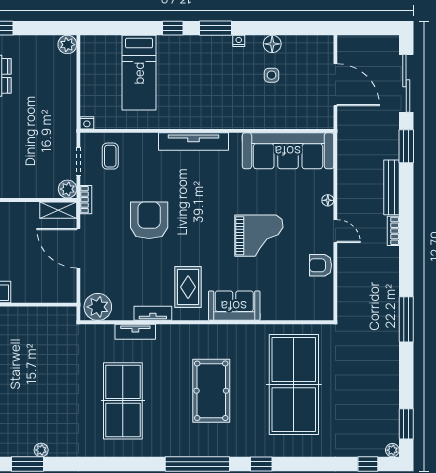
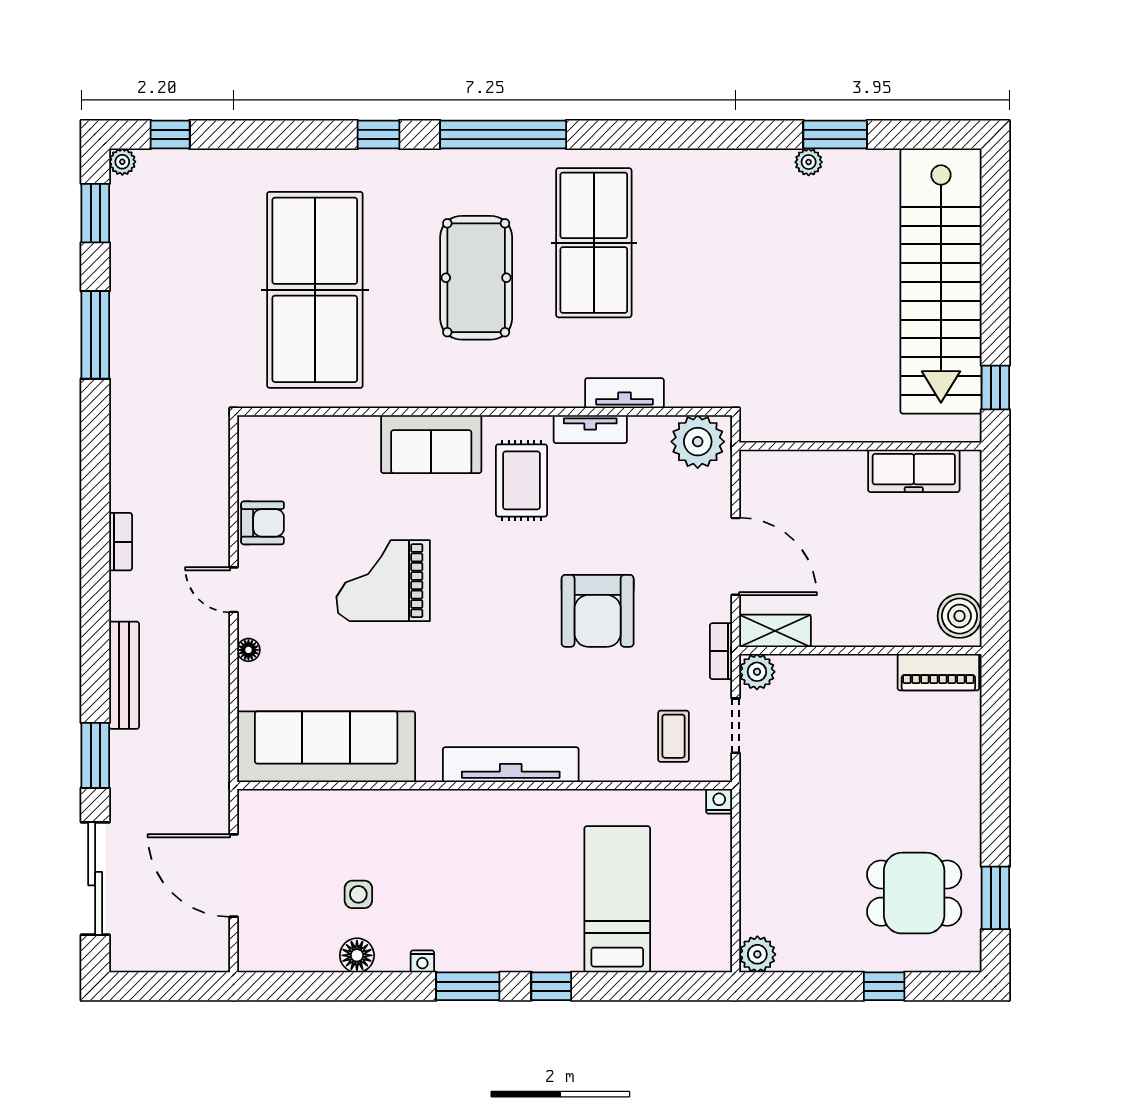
bookcase: (393, 231) -> (121, 542), moved
window: (406, 319) -> (95, 335), moved
table tennis table: (123, 401) -> (594, 243), moved

